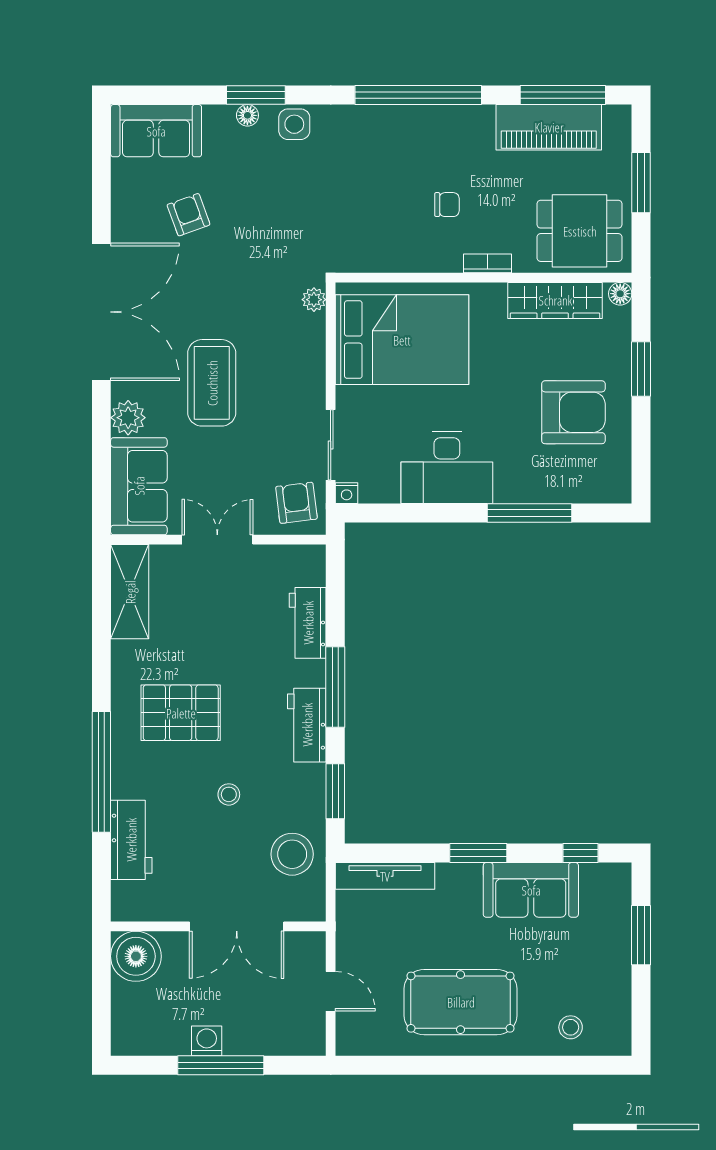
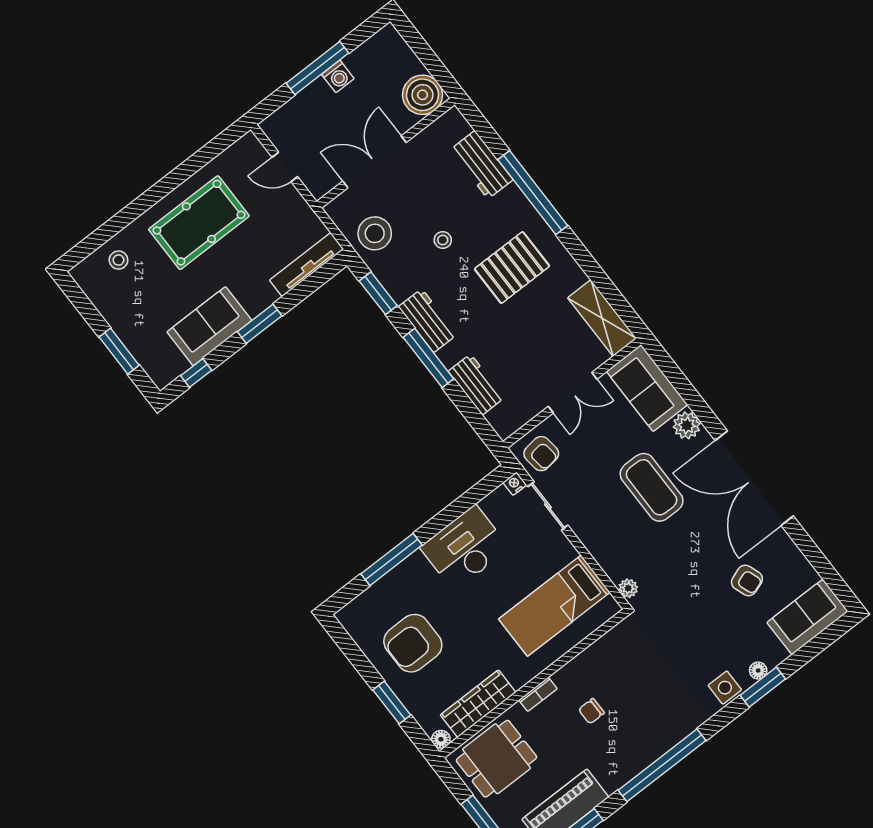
bed: (402, 340) -> (554, 606), width x0.67

